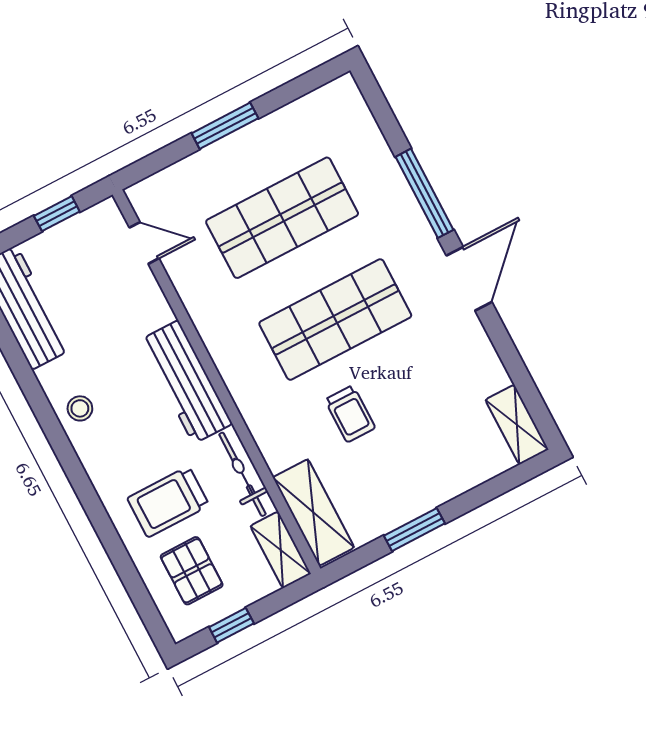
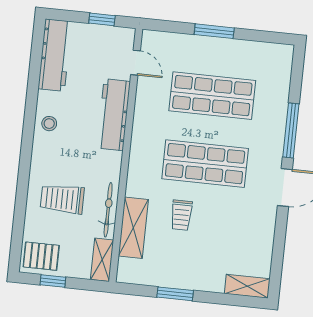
workbench: (186, 382) -> (114, 115), moved
shelving: (517, 425) -> (247, 286), moved, turned 90
shelving: (313, 512) -> (133, 228), moved
pallet: (192, 571) -> (41, 256), moved, turned 90

